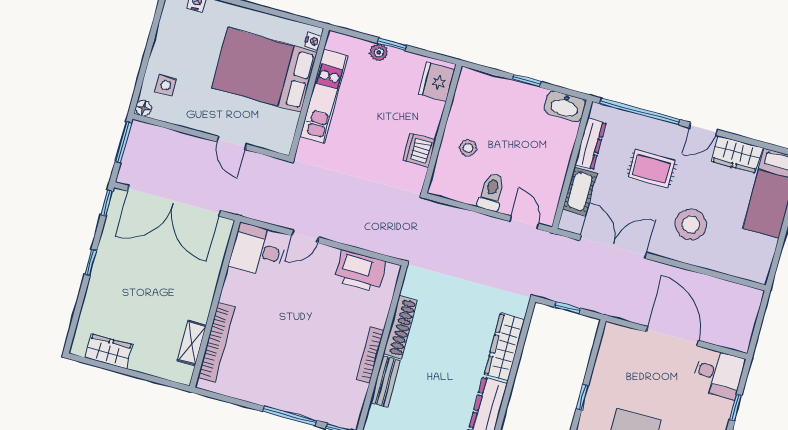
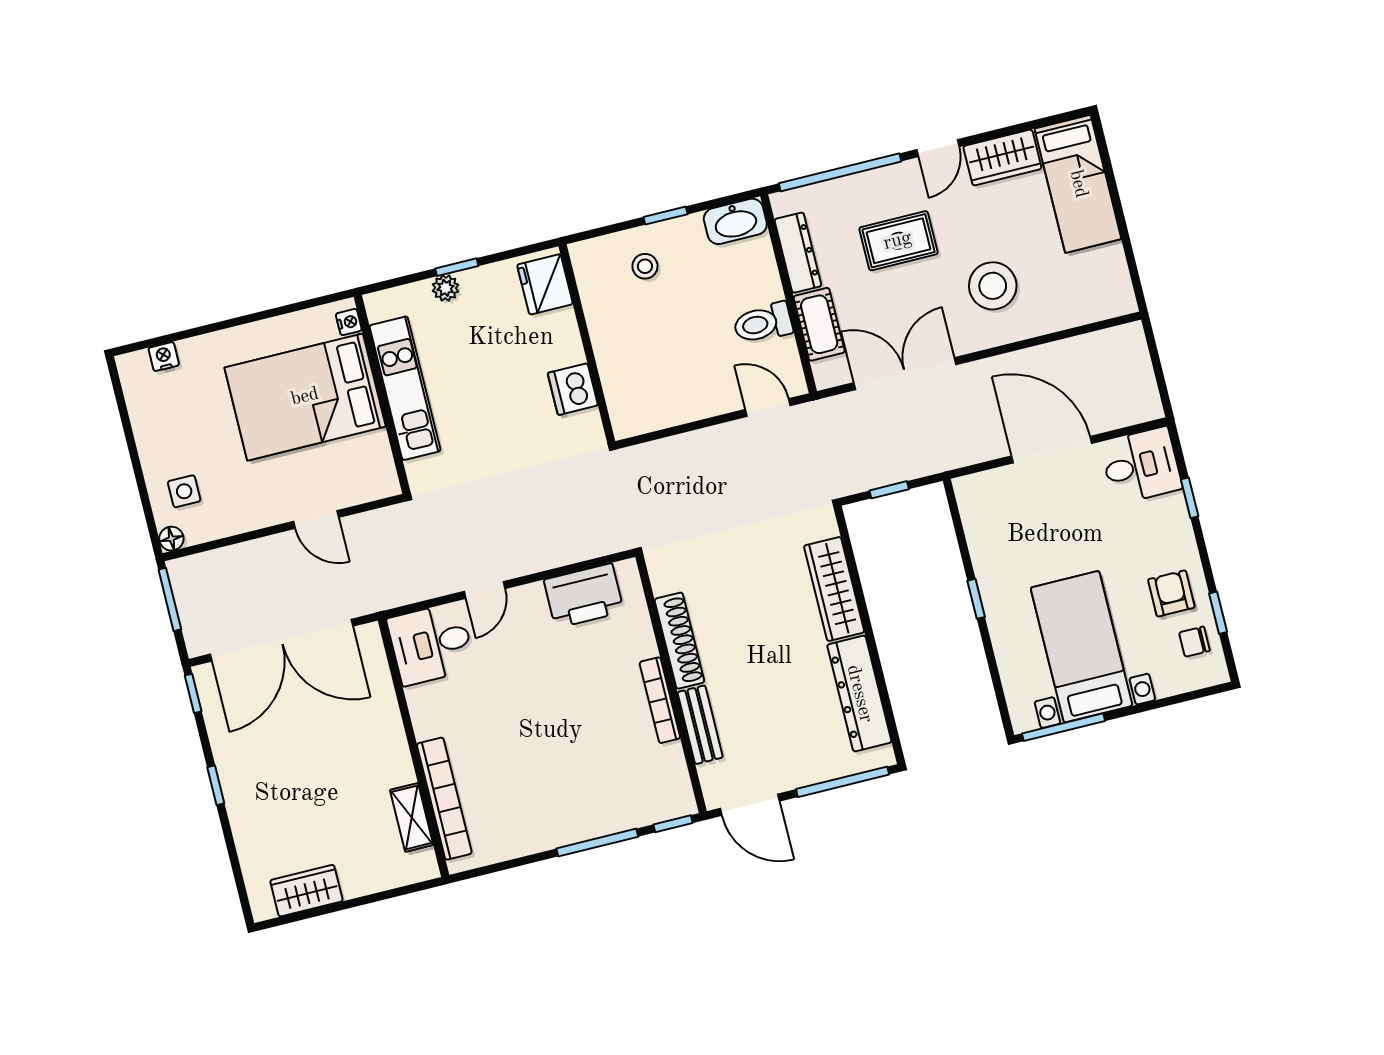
stool: (468, 148) -> (645, 266), moved
toilet: (491, 192) -> (763, 323), moved, turned -90

